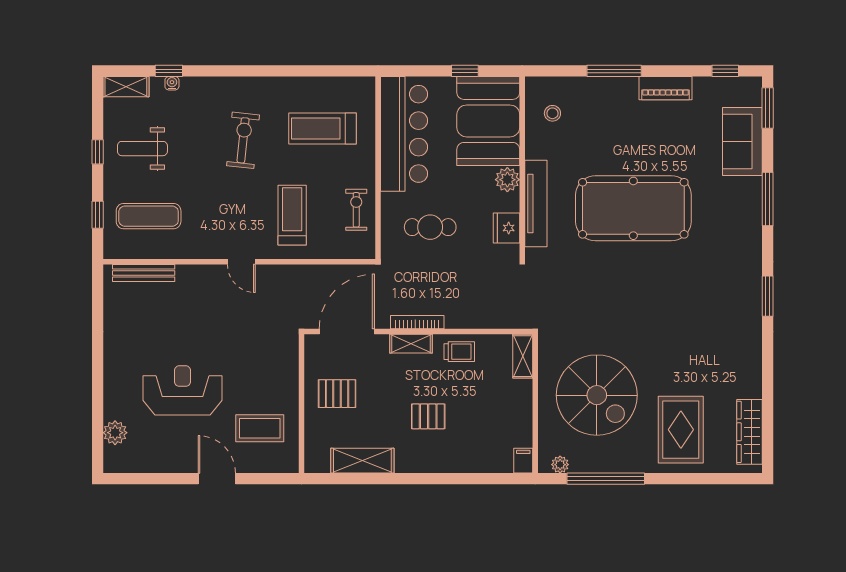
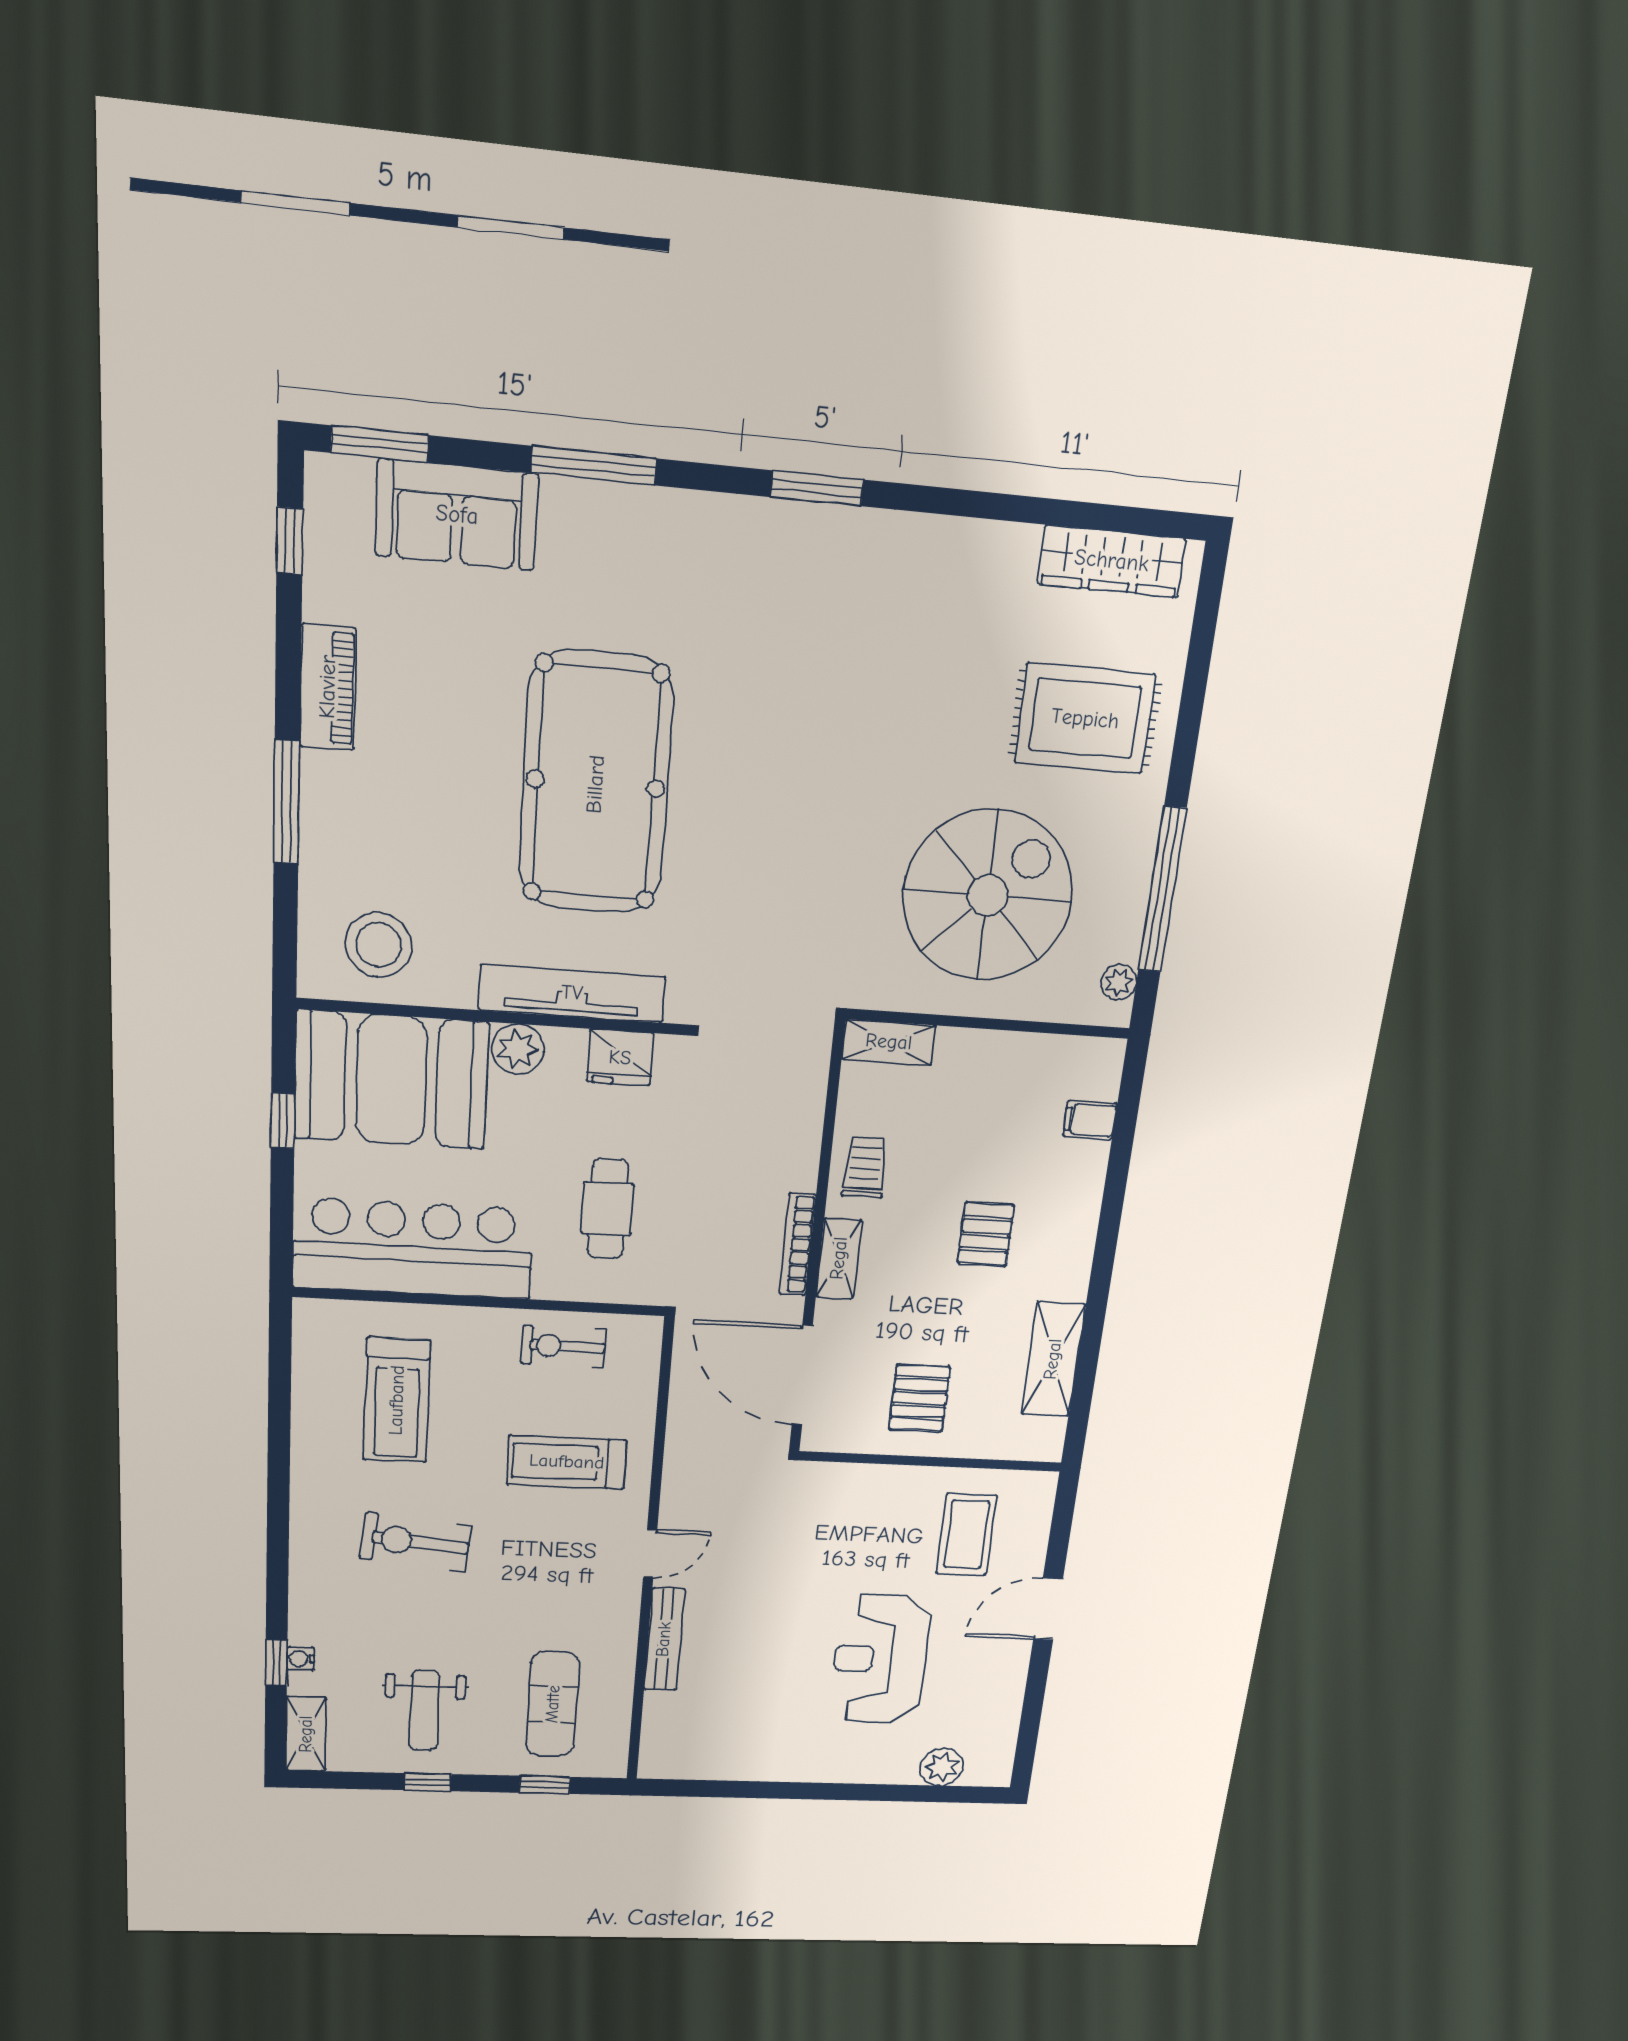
stool: (552, 113) -> (379, 945), width x1.89, depth x1.89
bench: (144, 273) -> (664, 1639), moved
filing cabinet: (523, 461) -> (1090, 1120), moved

